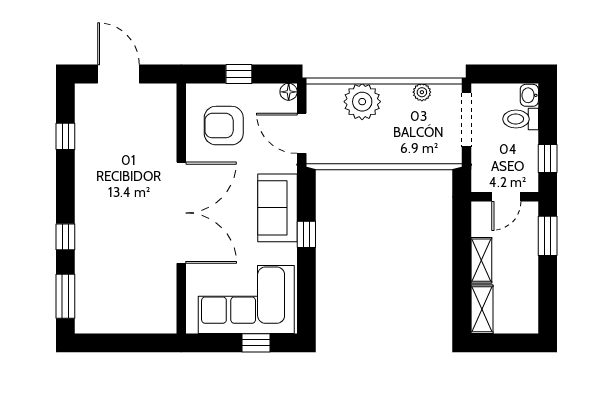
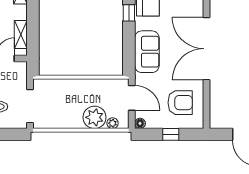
plant: (422, 92) -> (113, 123), moved
window: (306, 234) -> (129, 13), moved
shelving: (481, 260) -> (21, 35), moved

